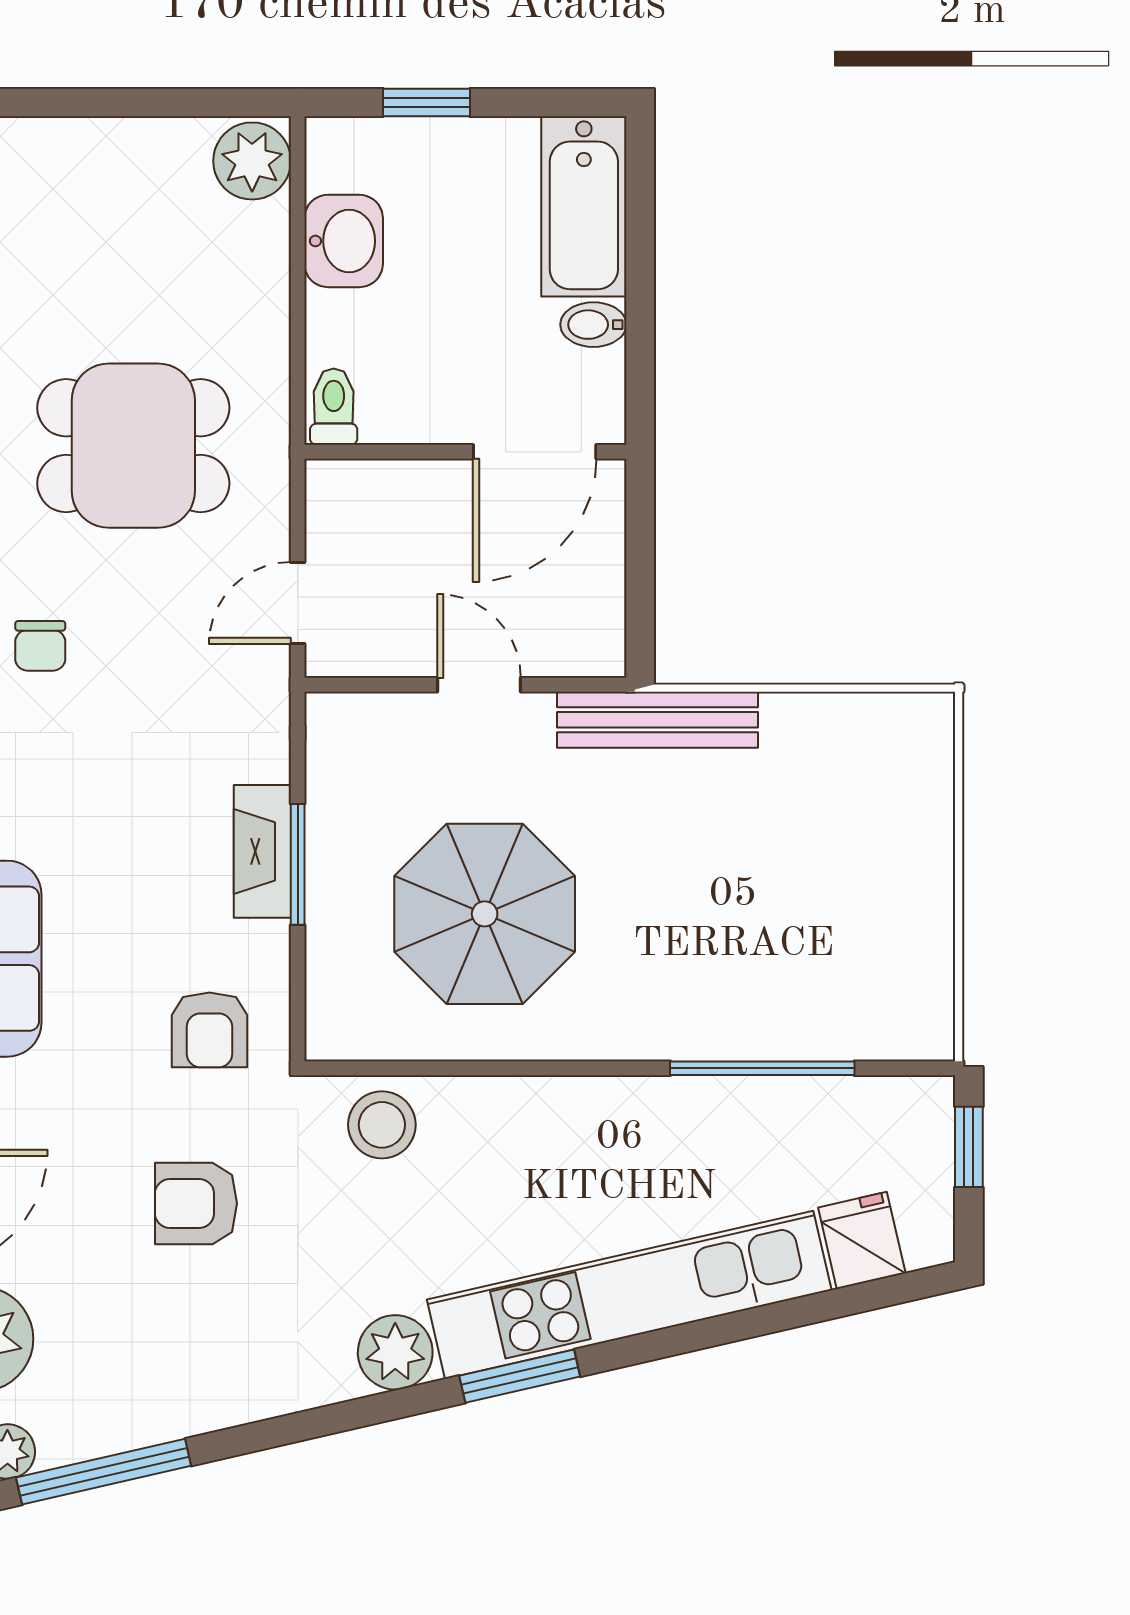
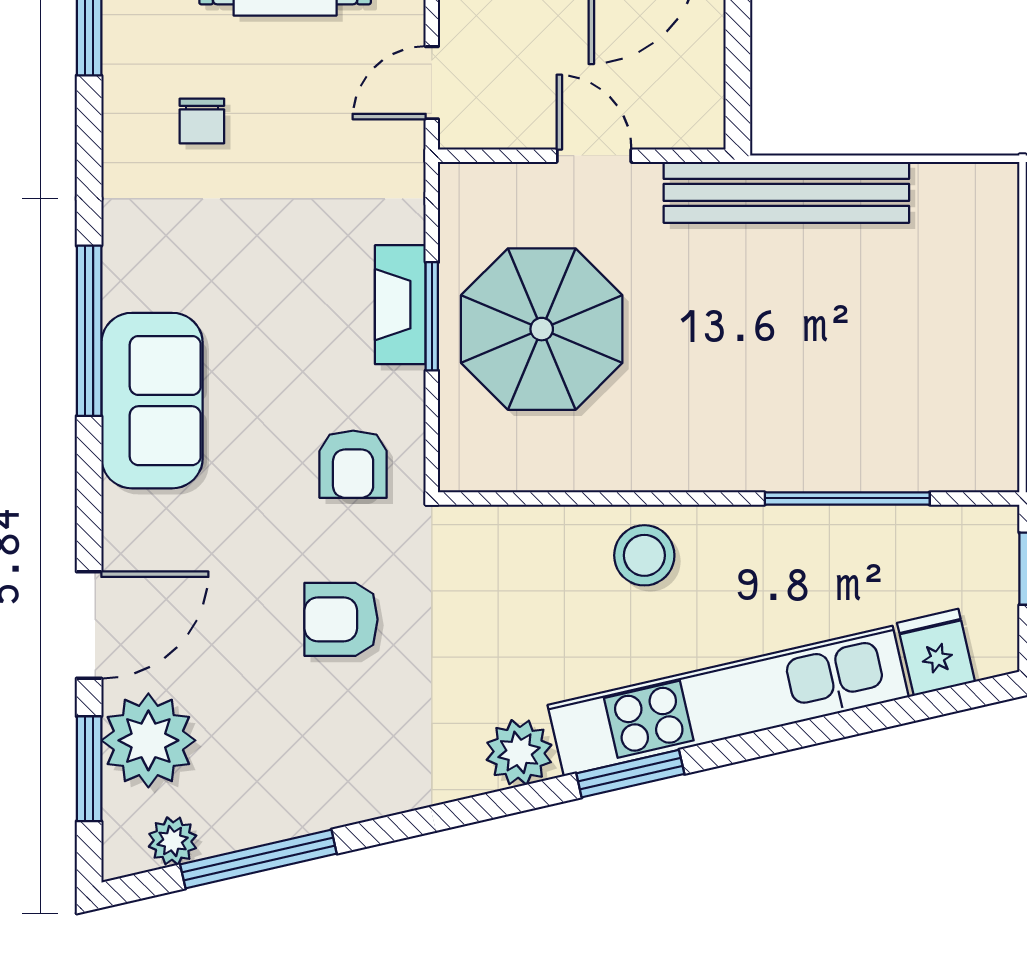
bench: (658, 720) -> (786, 192), width x1.37, depth x1.21
parasol: (485, 914) -> (542, 329), moved
stool: (382, 1125) -> (644, 555), moved

